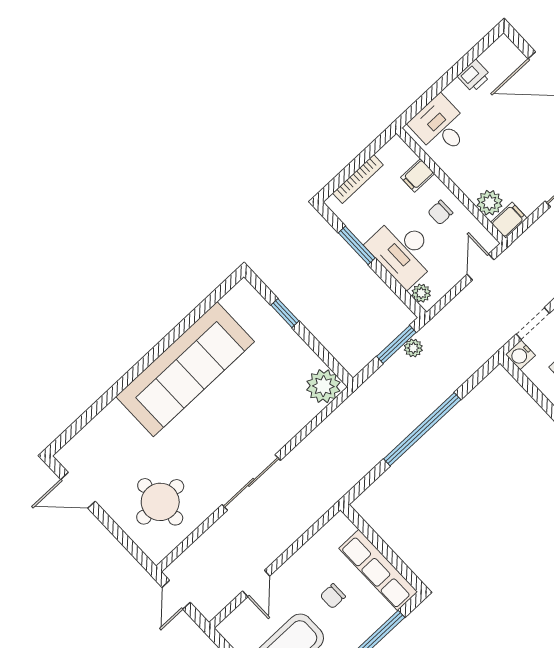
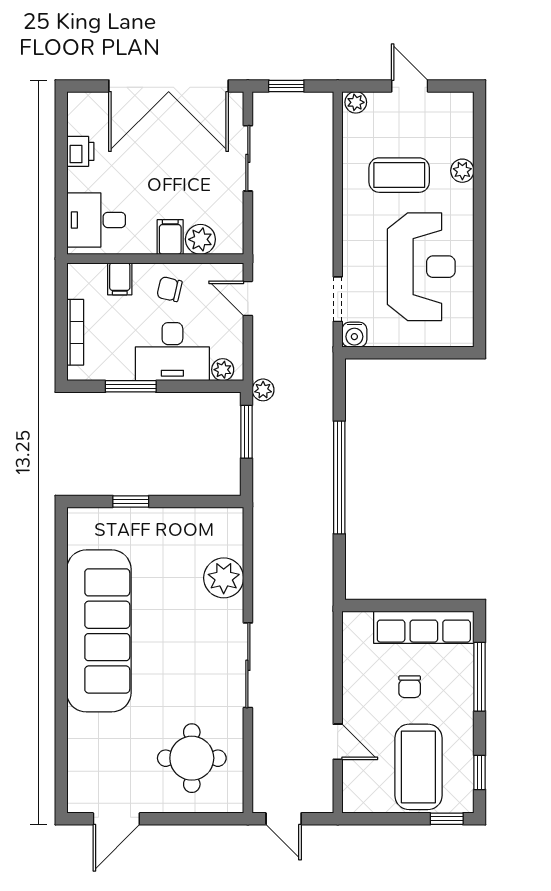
chair: (440, 213) -> (169, 289), turned 103
filing cabinet: (509, 220) -> (170, 237), moved
plant: (413, 348) -> (263, 390), moved
plant: (323, 386) -> (224, 578), moved

